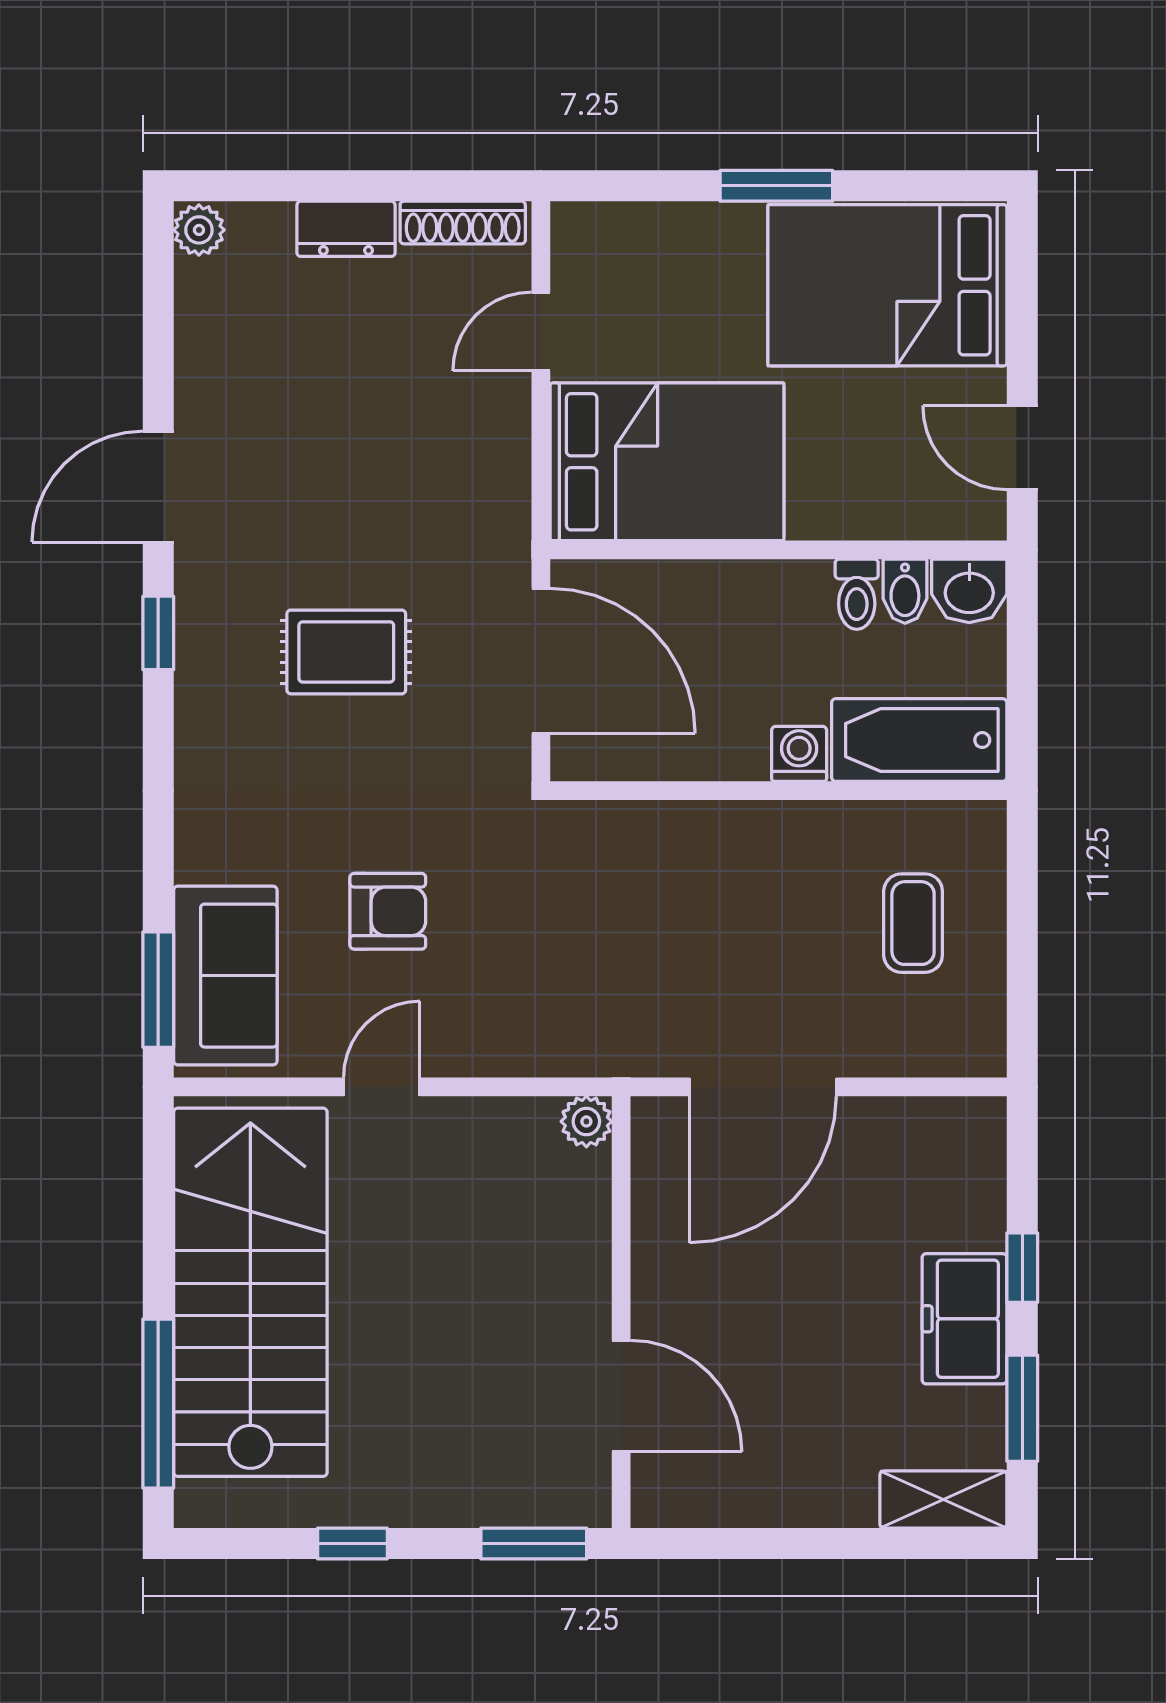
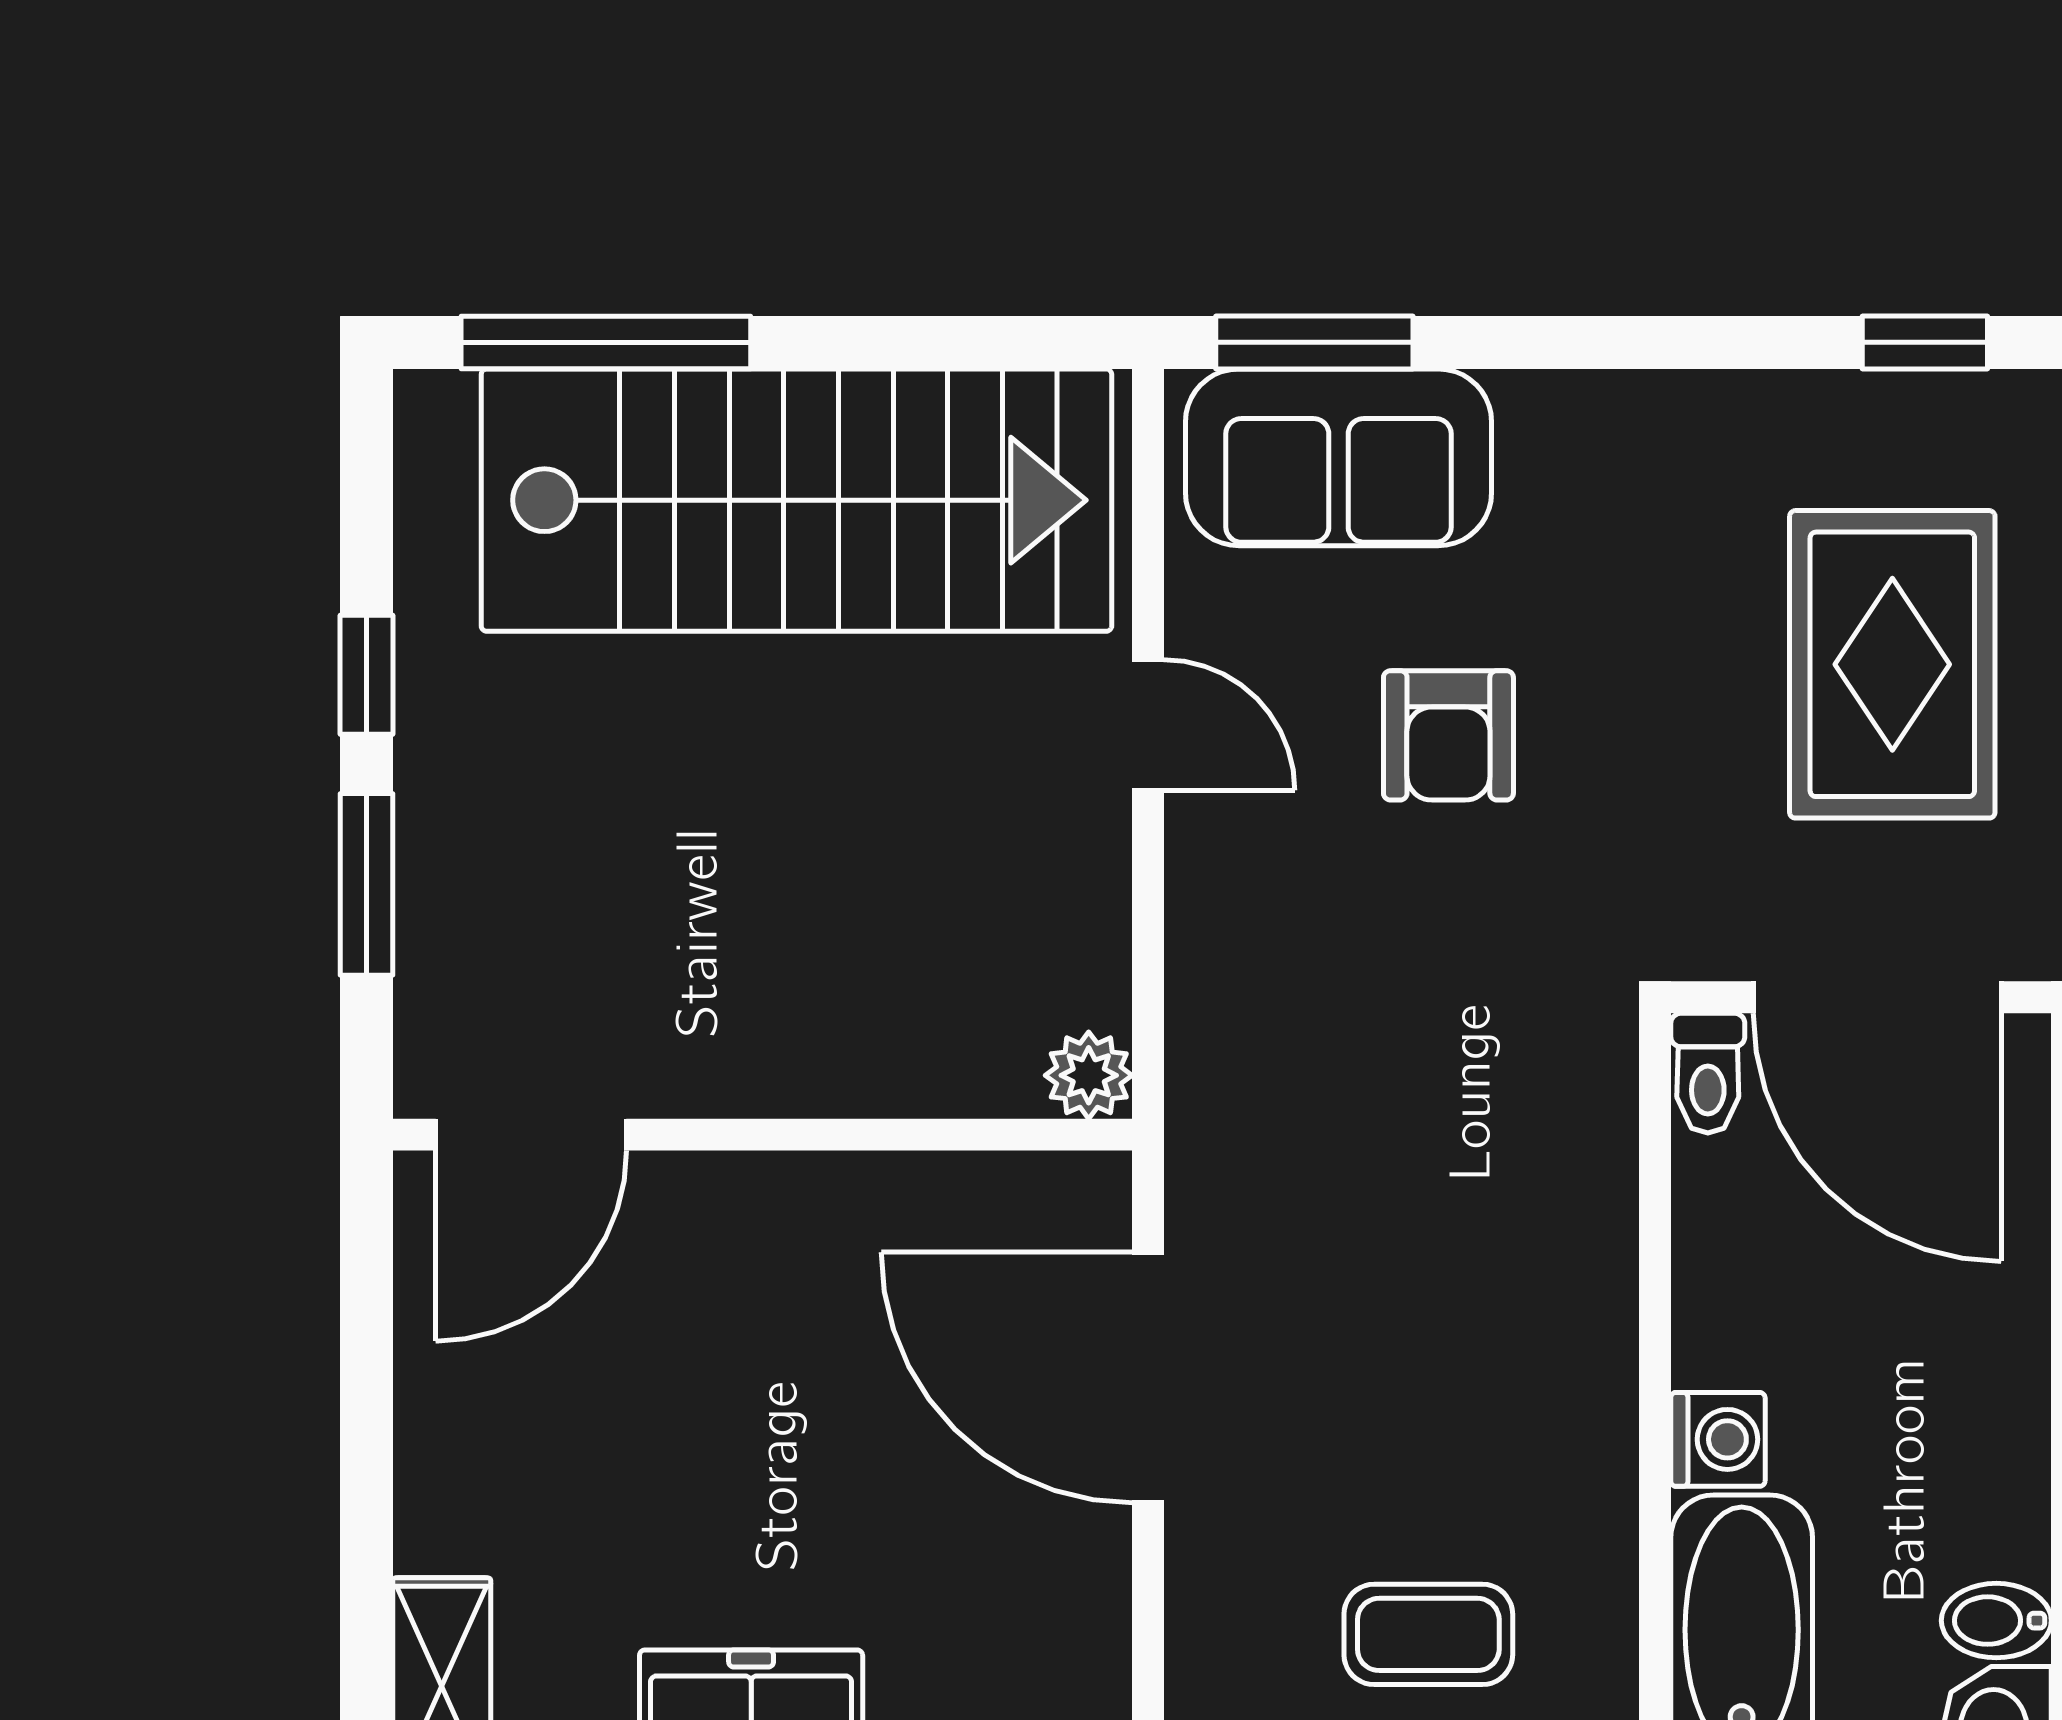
toilet: (857, 594) -> (1708, 1073), moved, turned -90
rug: (346, 652) -> (1892, 664), width x1.36, depth x1.43
door: (541, 661) -> (1877, 997), hinge flipped
door: (621, 1396) -> (531, 1135), moved
window: (534, 1543) -> (366, 884), moved

